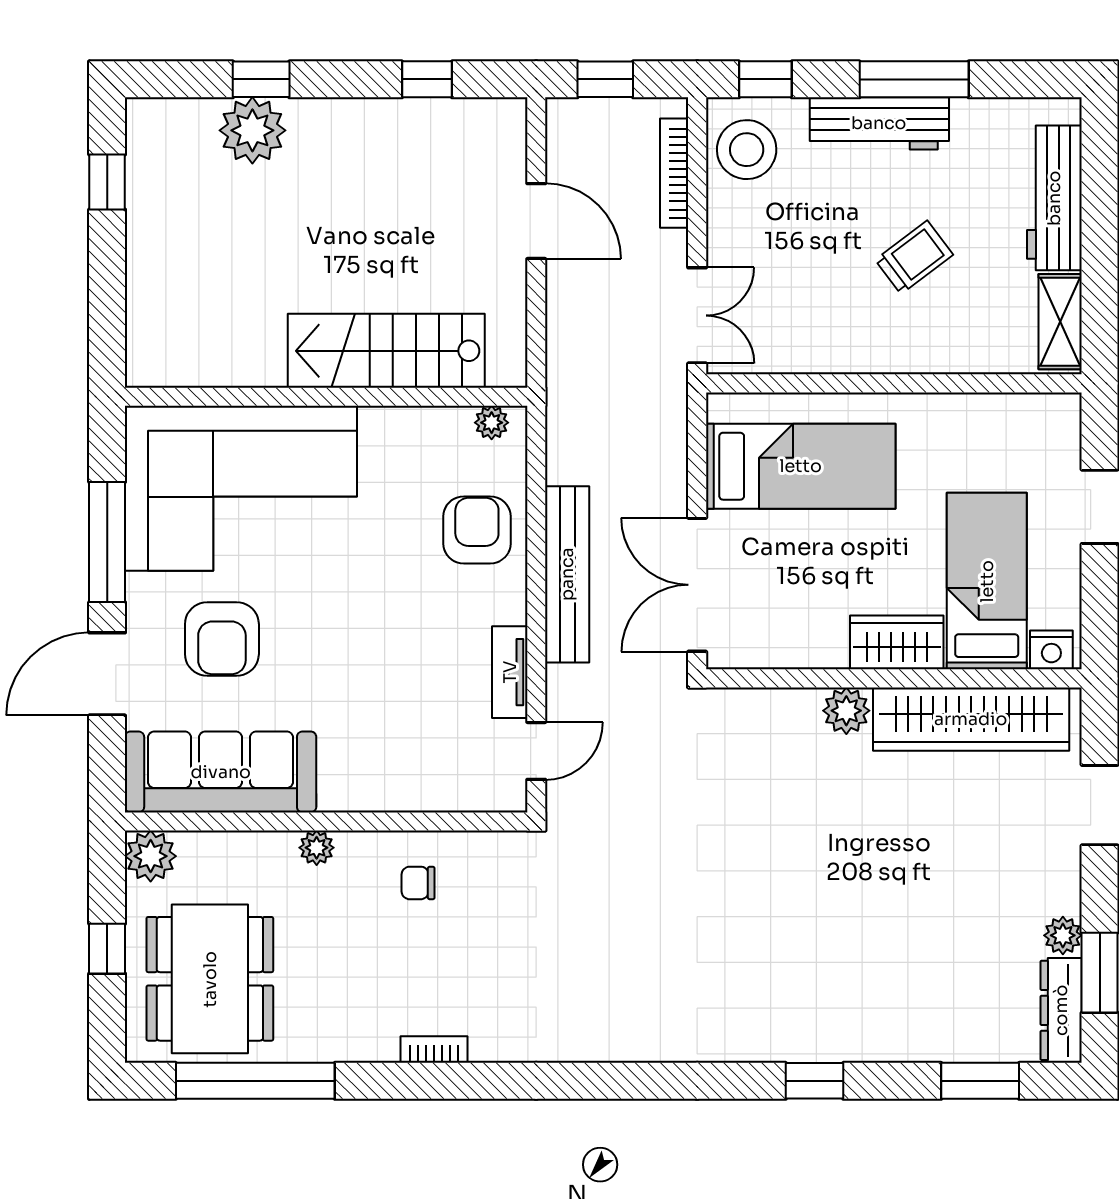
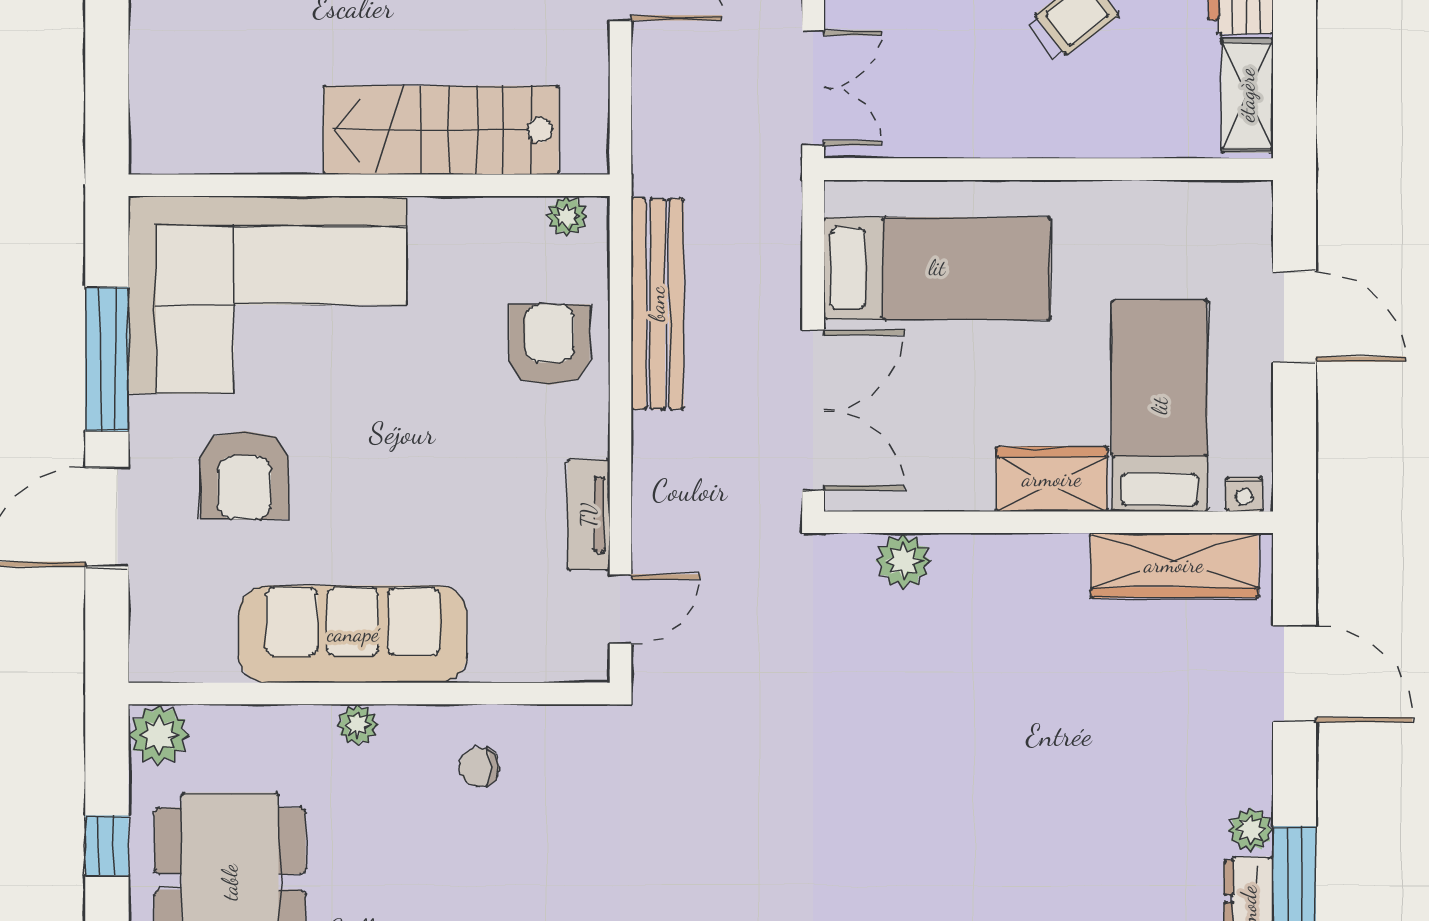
bench: (567, 574) -> (657, 304), moved
double door: (697, 585) -> (813, 410), swing flipped
nightstand: (1051, 650) -> (1244, 494), width x0.72, depth x0.74
plant: (846, 711) -> (903, 561), moved
wardrobe: (971, 719) -> (1174, 565), width x0.71, depth x0.85
sofa: (221, 772) -> (353, 634), moved

